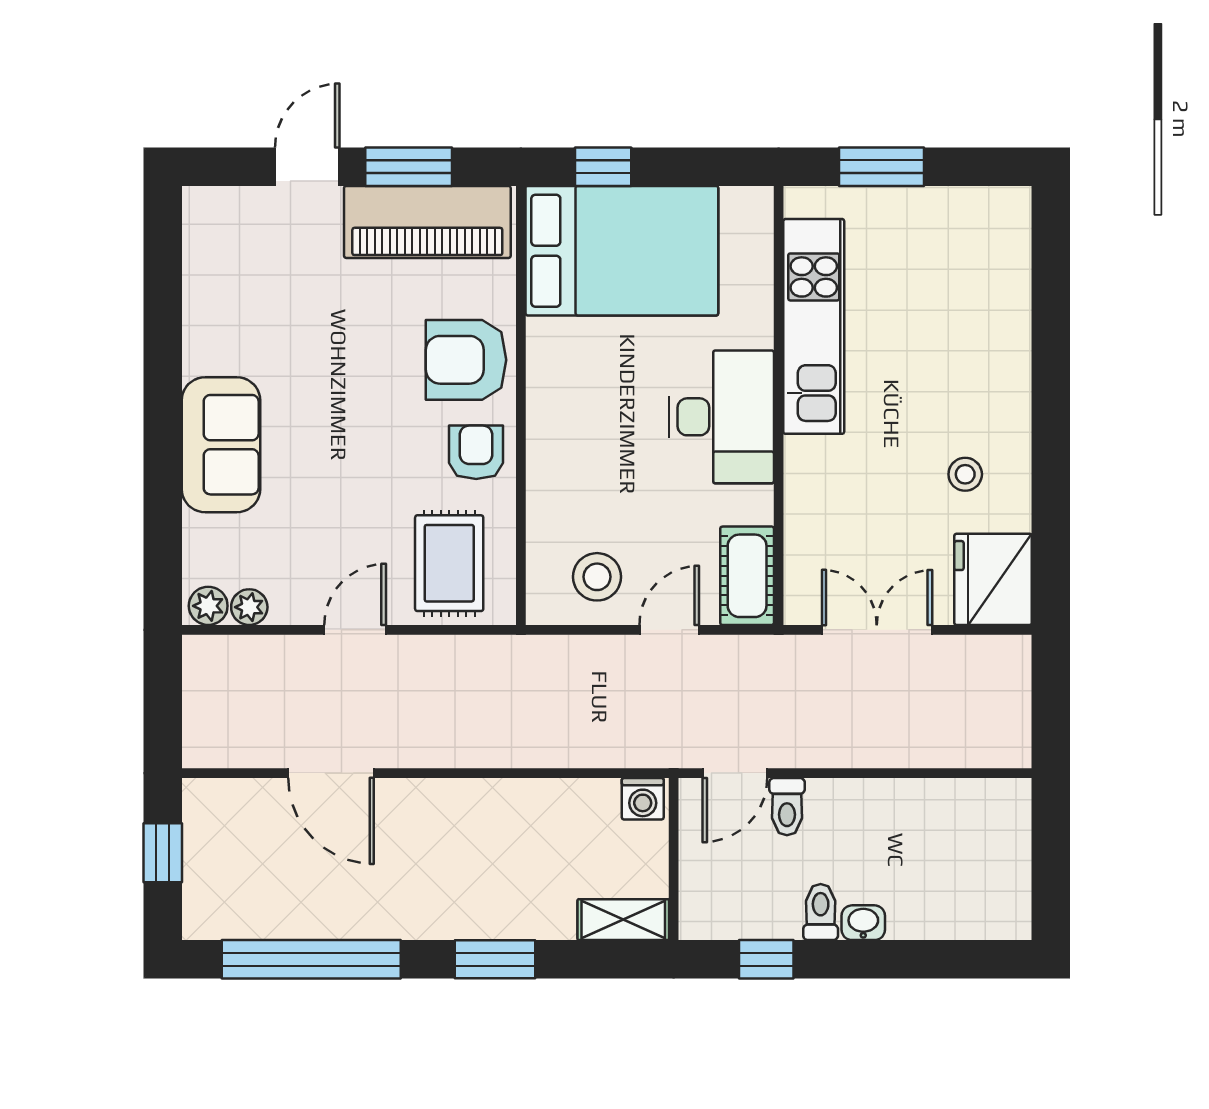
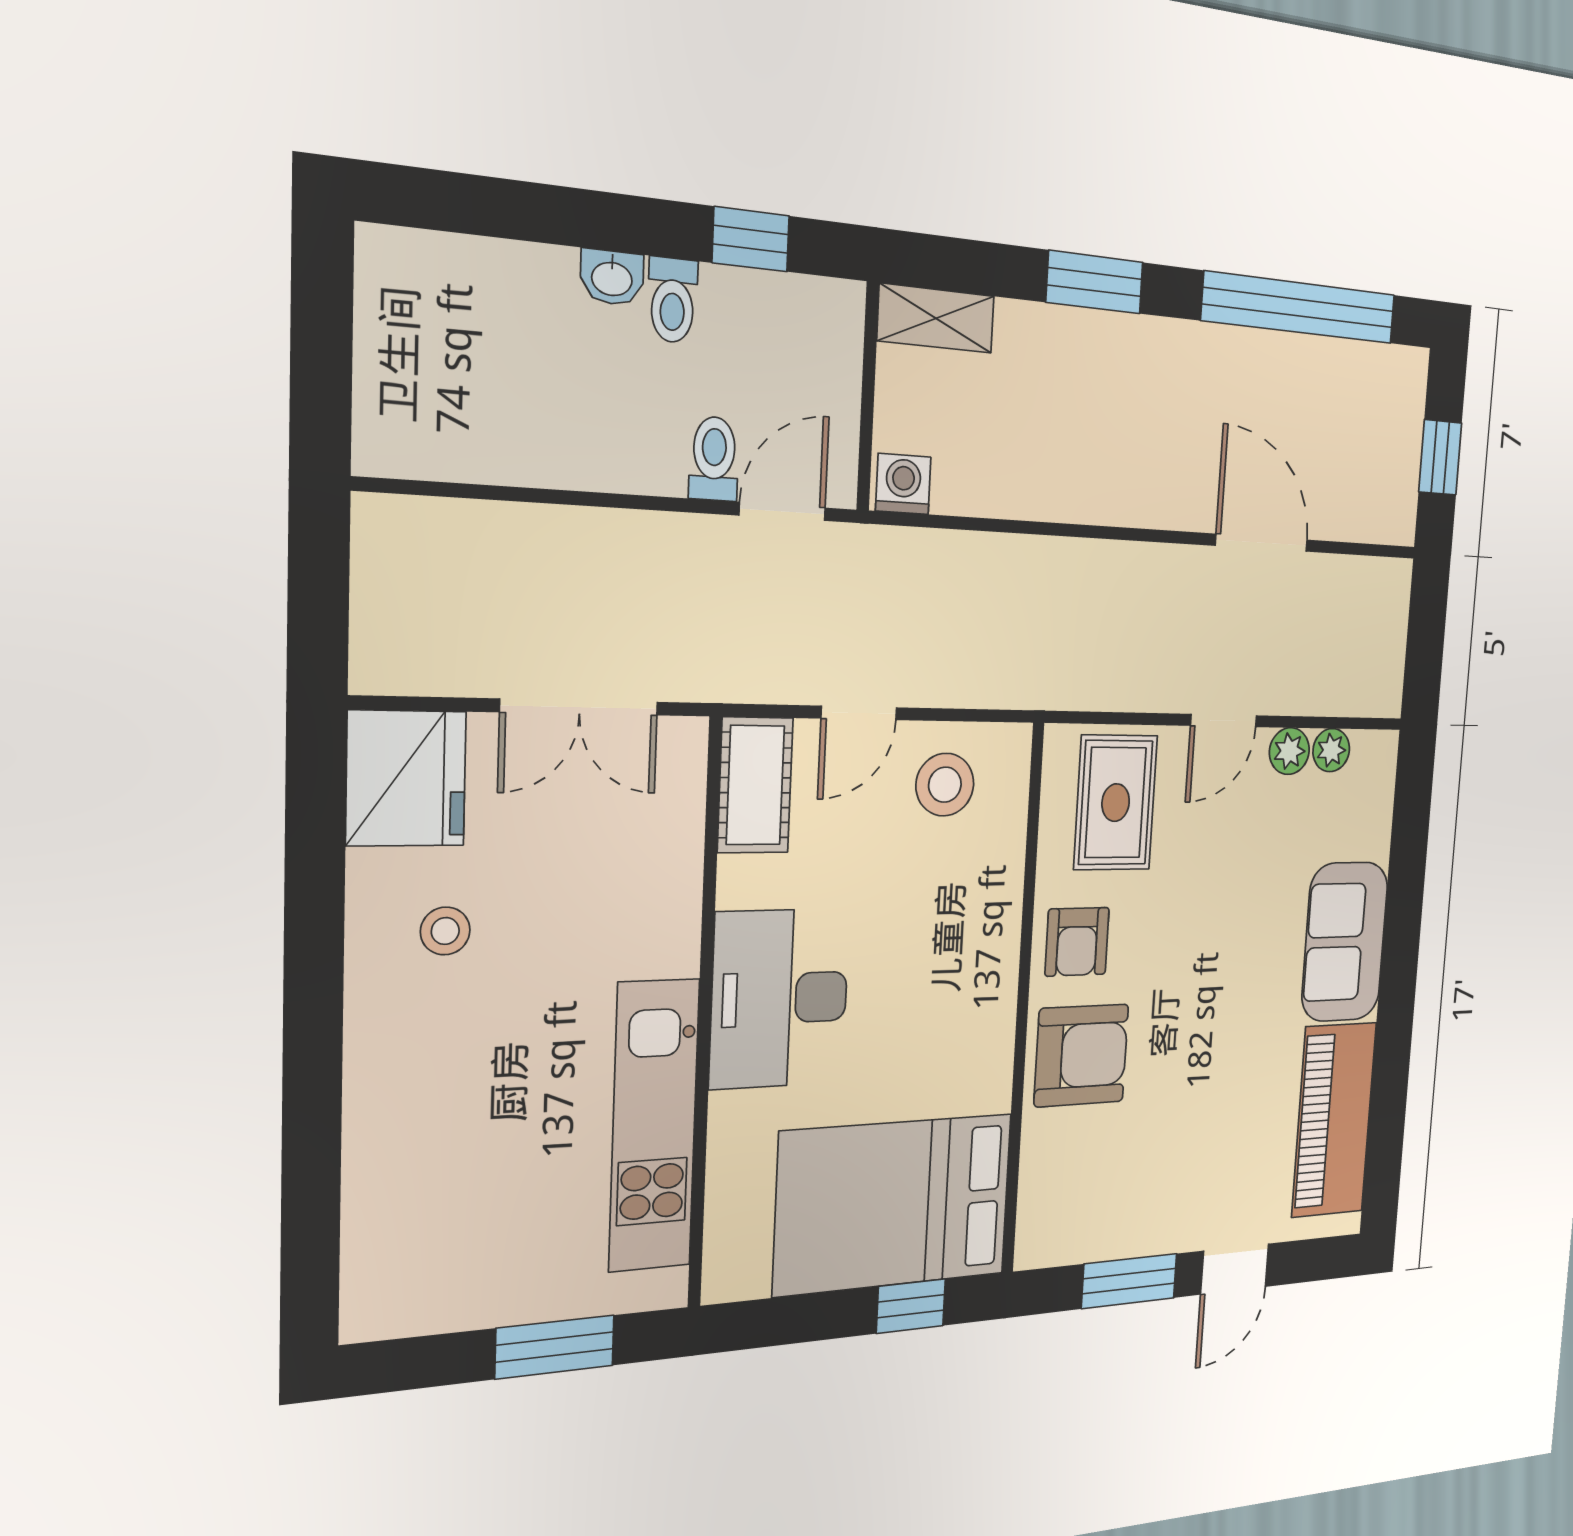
piano: (427, 222) -> (1334, 1120), moved, turned -90
plant: (208, 606) -> (1289, 751), moved

